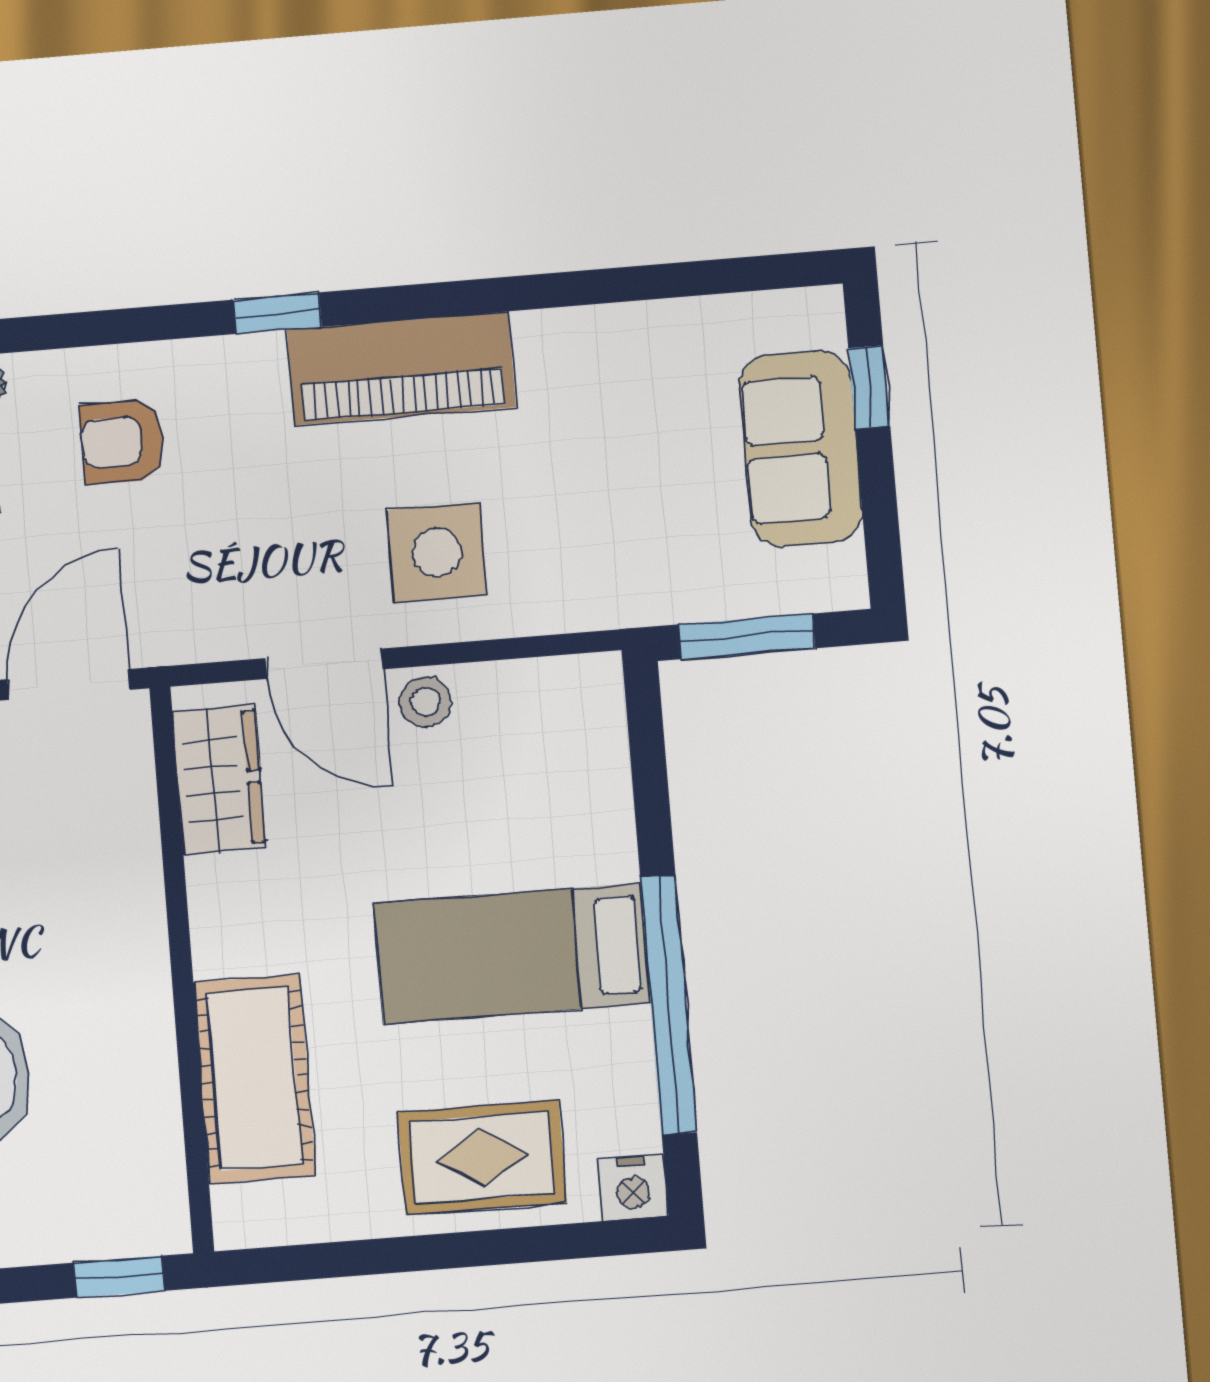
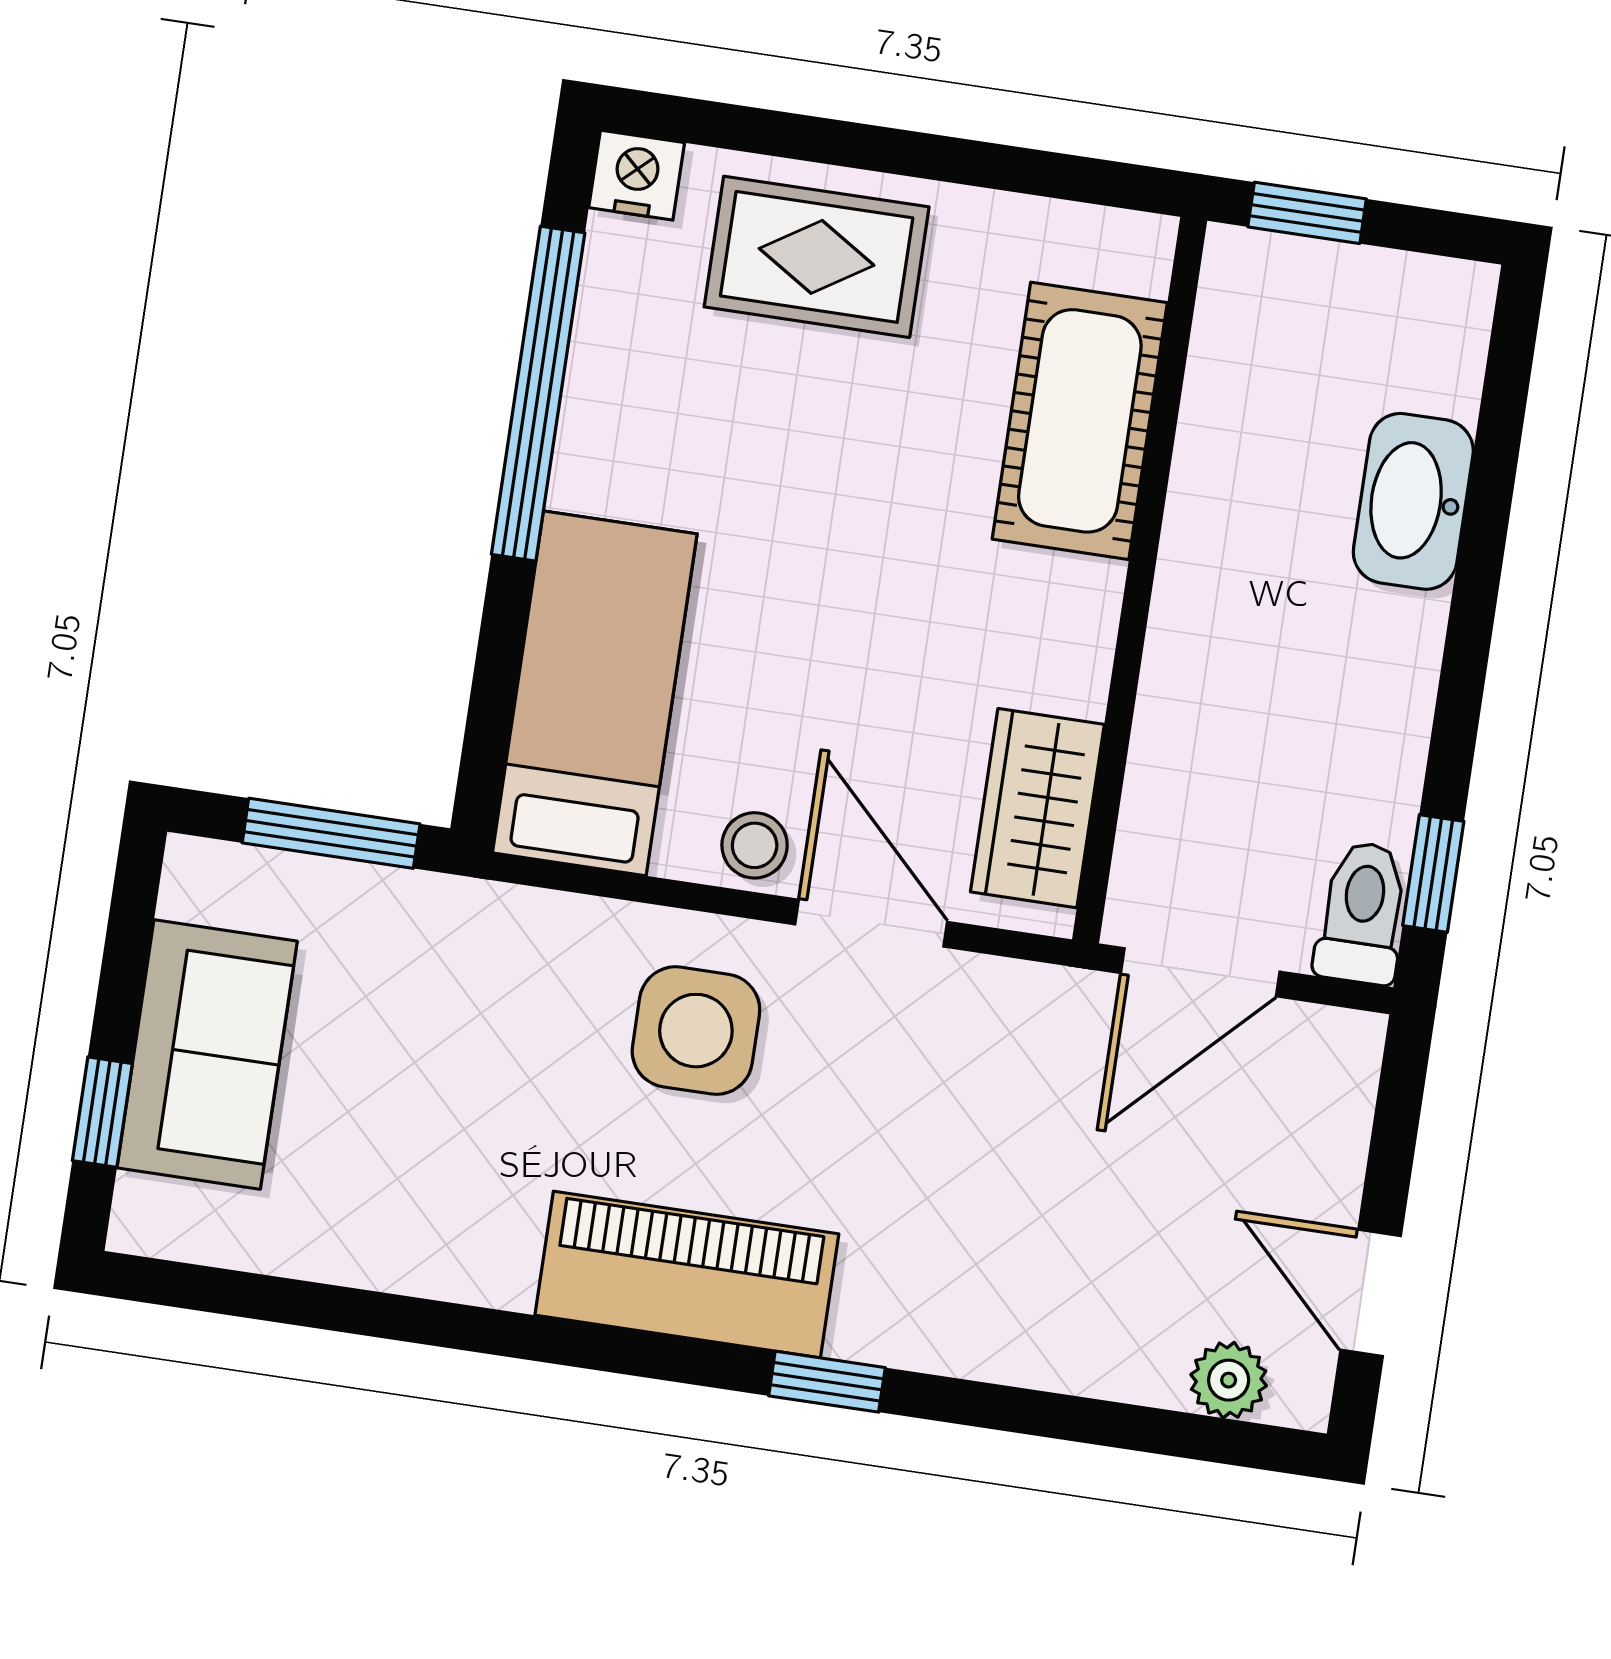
armchair: (123, 442) -> (1061, 1264), removed
bed: (512, 953) -> (595, 693), moved, turned -90

